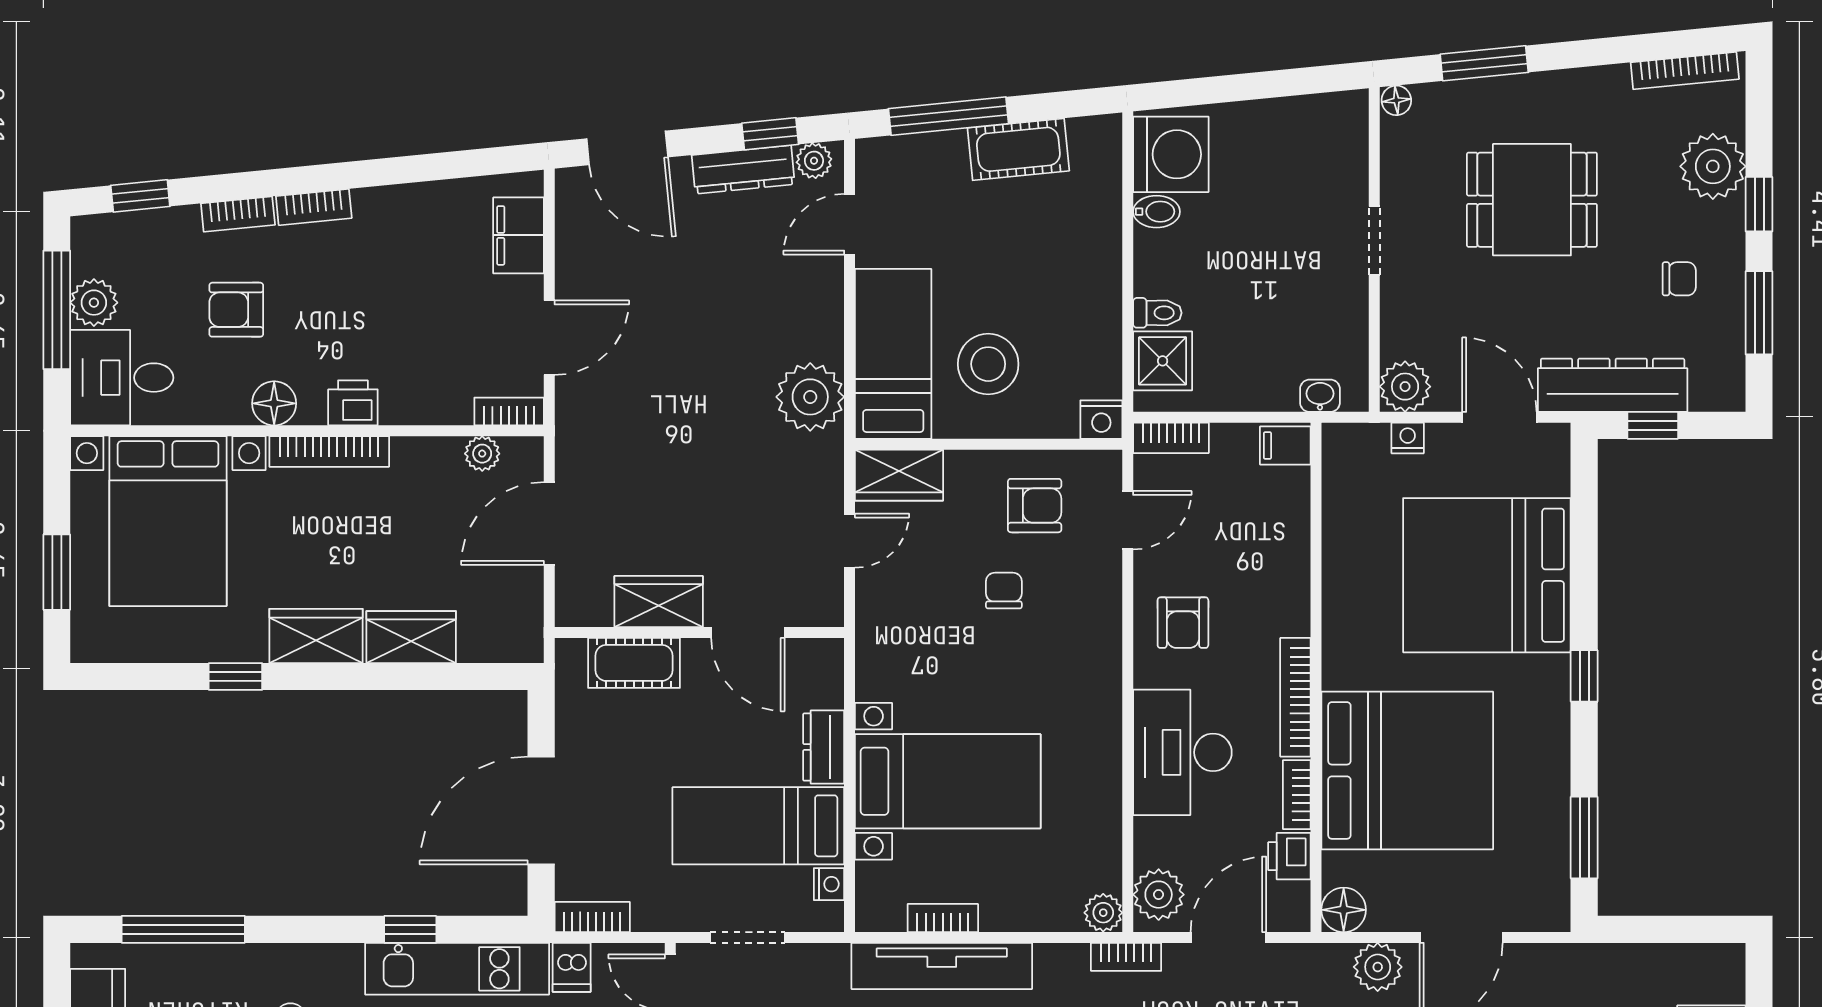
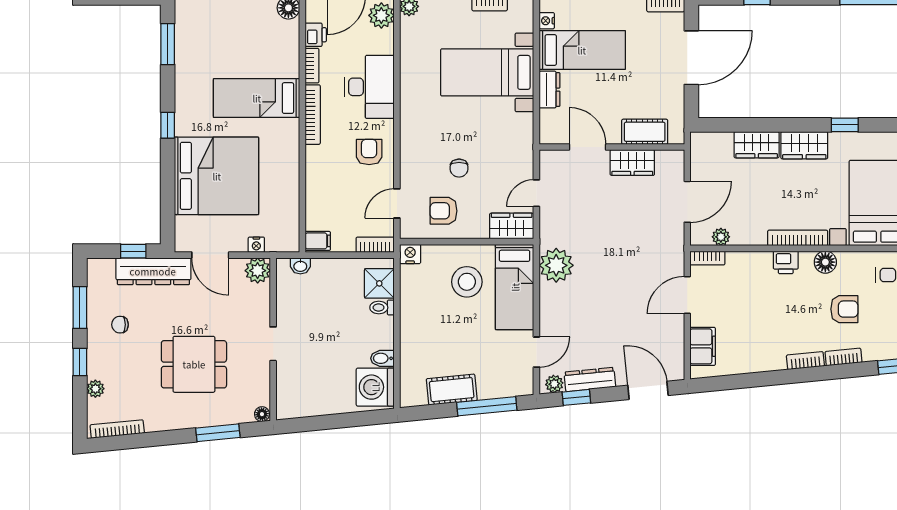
plant: (1713, 166) -> (95, 389), width x0.53, depth x0.53
bed: (1407, 770) -> (257, 98), width x0.49

